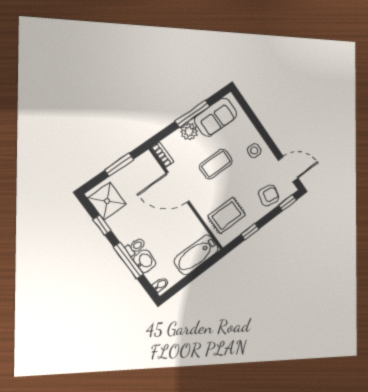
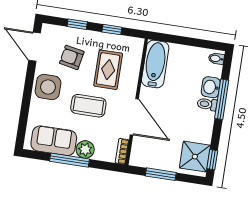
side table: (254, 151) -> (48, 87), width x1.87, depth x1.87
armchair: (269, 195) -> (72, 57), moved
window: (287, 203) -> (77, 24), moved
rug: (227, 215) -> (108, 70), moved, turned 90
window: (102, 225) -> (212, 160), moved
bathtub: (196, 255) -> (155, 64), moved, turned -90

